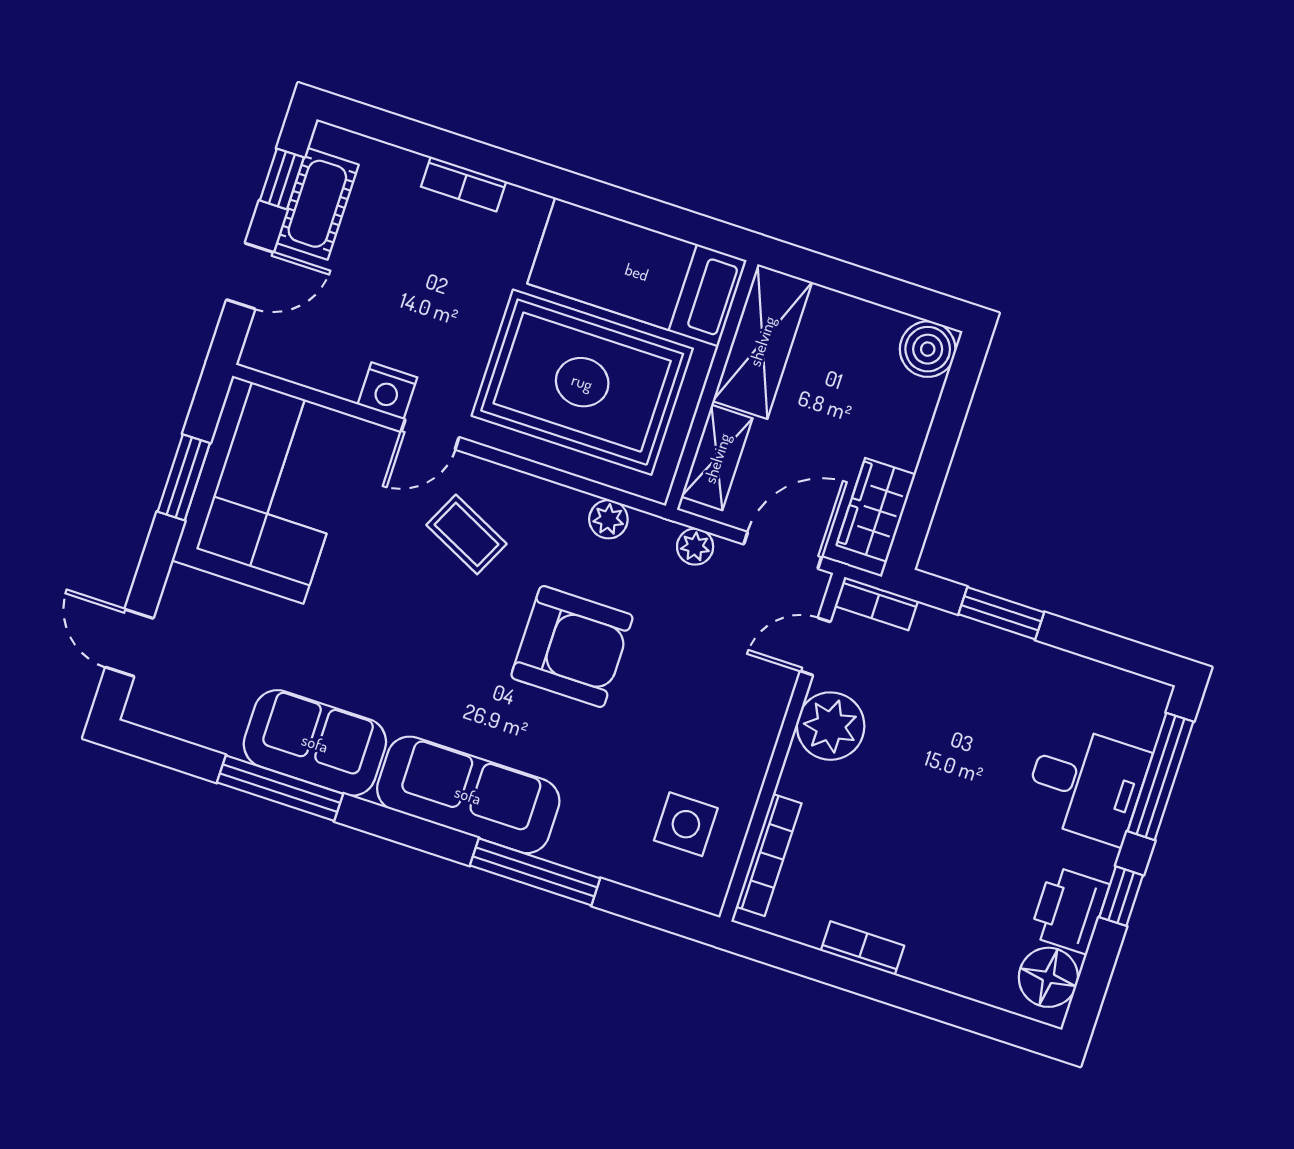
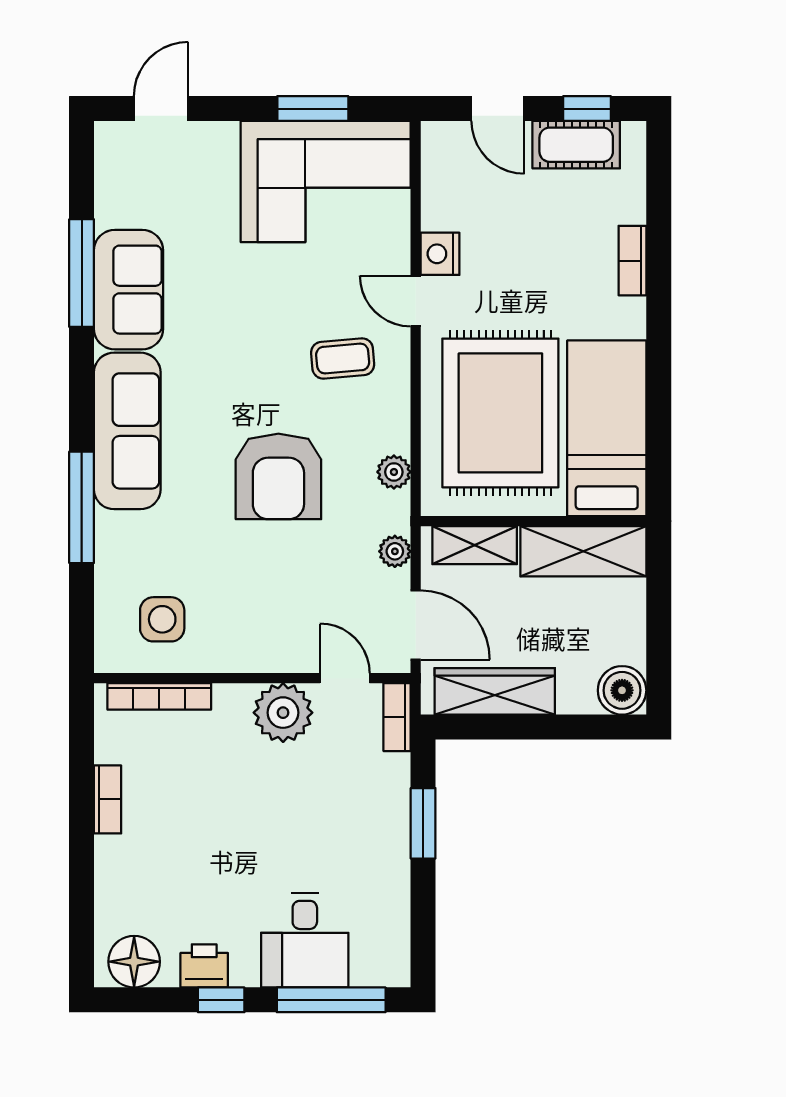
wardrobe: (876, 510) -> (495, 691), width x1.50
coffee table: (467, 534) -> (343, 359), turned 59
printer: (1069, 910) -> (204, 966), width x0.73, depth x0.81

